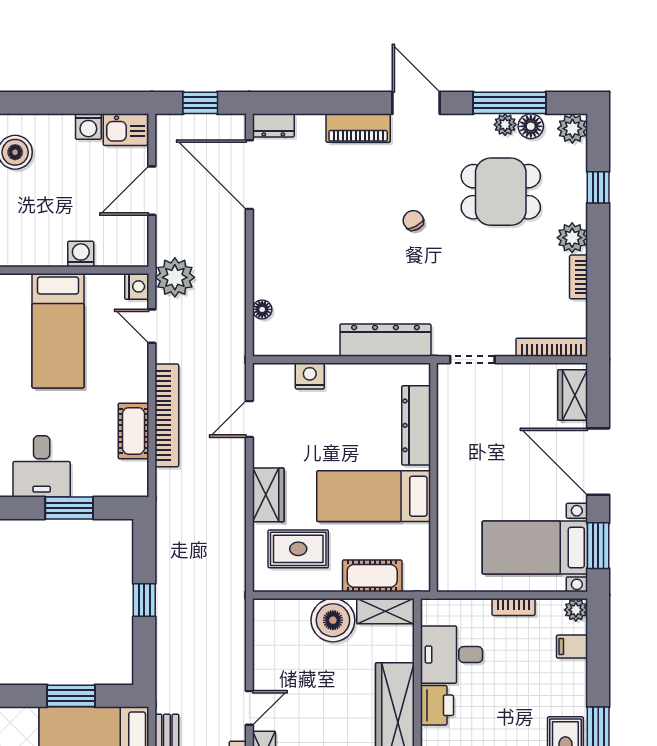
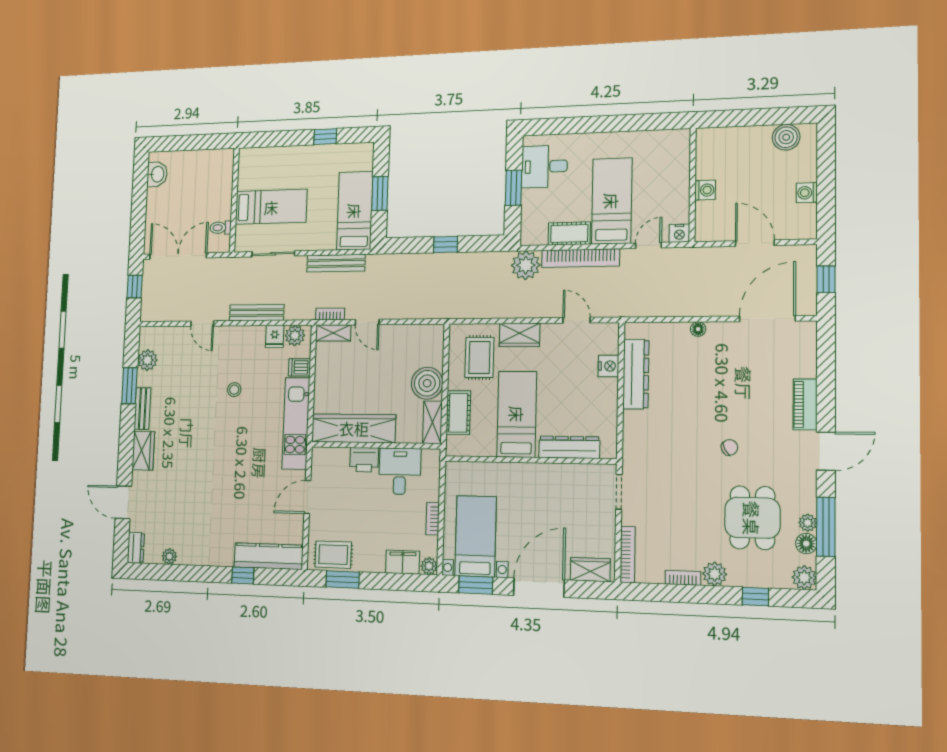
dresser: (273, 125) -> (807, 337), removed
kitchen sink: (125, 130) -> (804, 221), removed
plant: (175, 277) -> (526, 265), moved
floor lamp: (262, 309) -> (698, 329), moved
bed: (58, 331) -> (612, 201), moved, turned 90
dresser: (385, 340) -> (636, 374), moved
filing cabinet: (572, 647) -> (403, 562), width x2.00

